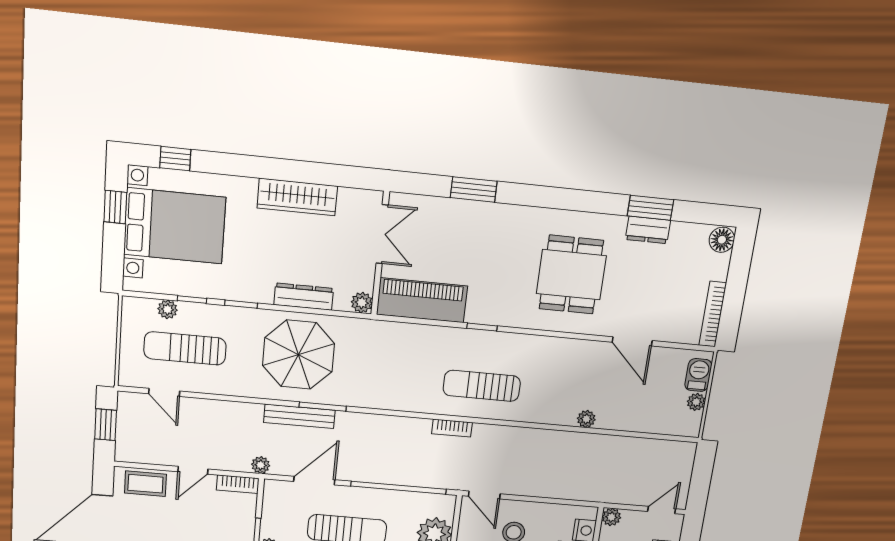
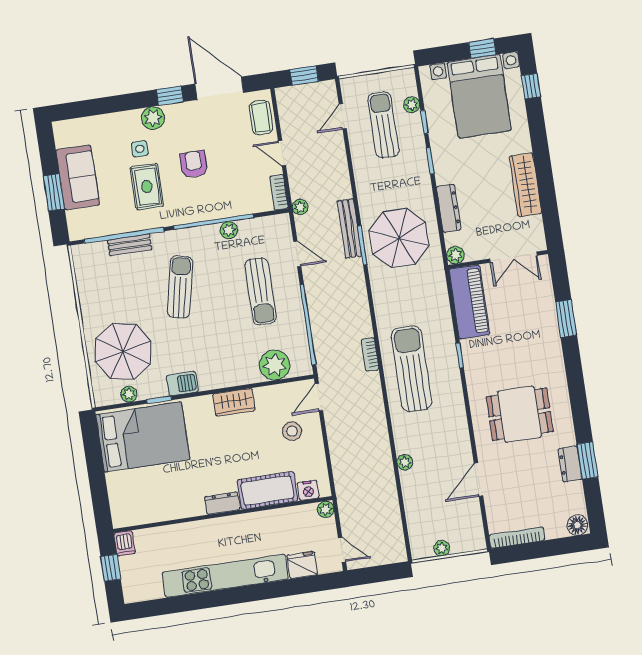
parasol: (298, 355) -> (399, 238), moved
barbecue: (698, 375) -> (465, 543), removed
sun lounger: (482, 386) -> (412, 369), width x1.36, depth x1.34
door: (314, 481) -> (297, 254), width x0.73

